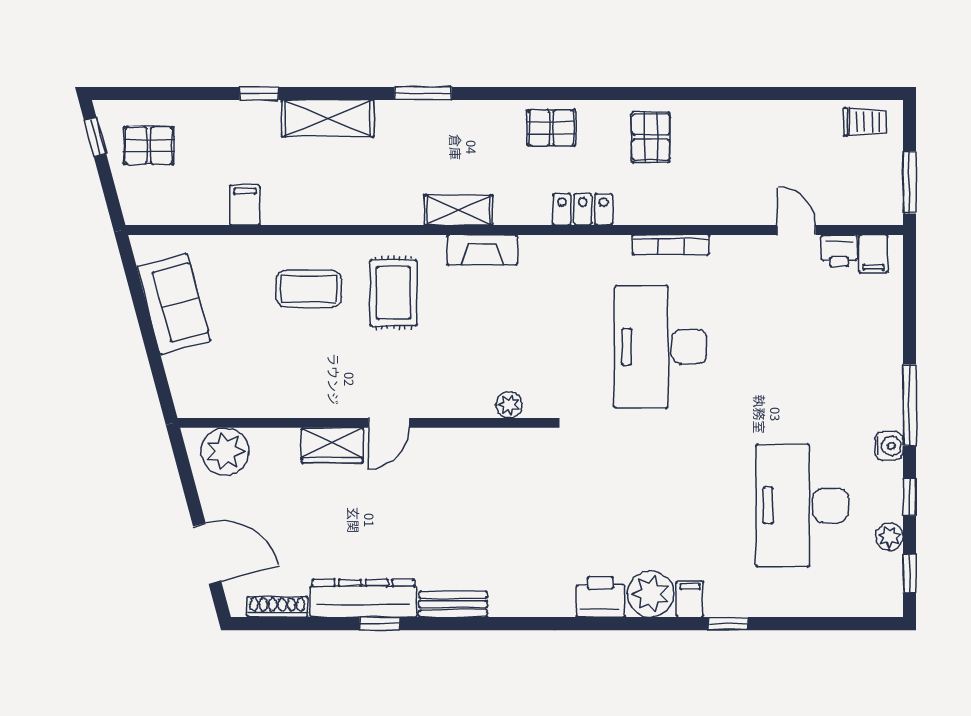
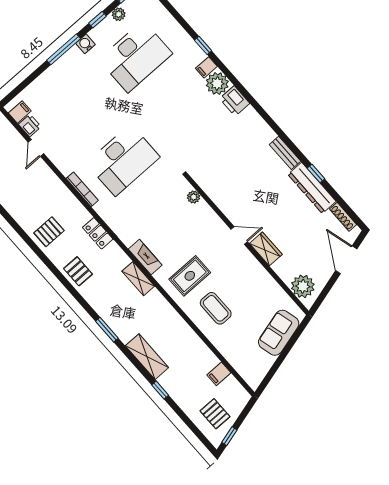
filing cabinet: (245, 205) -> (219, 374), moved
sofa: (174, 304) -> (279, 333), moved

